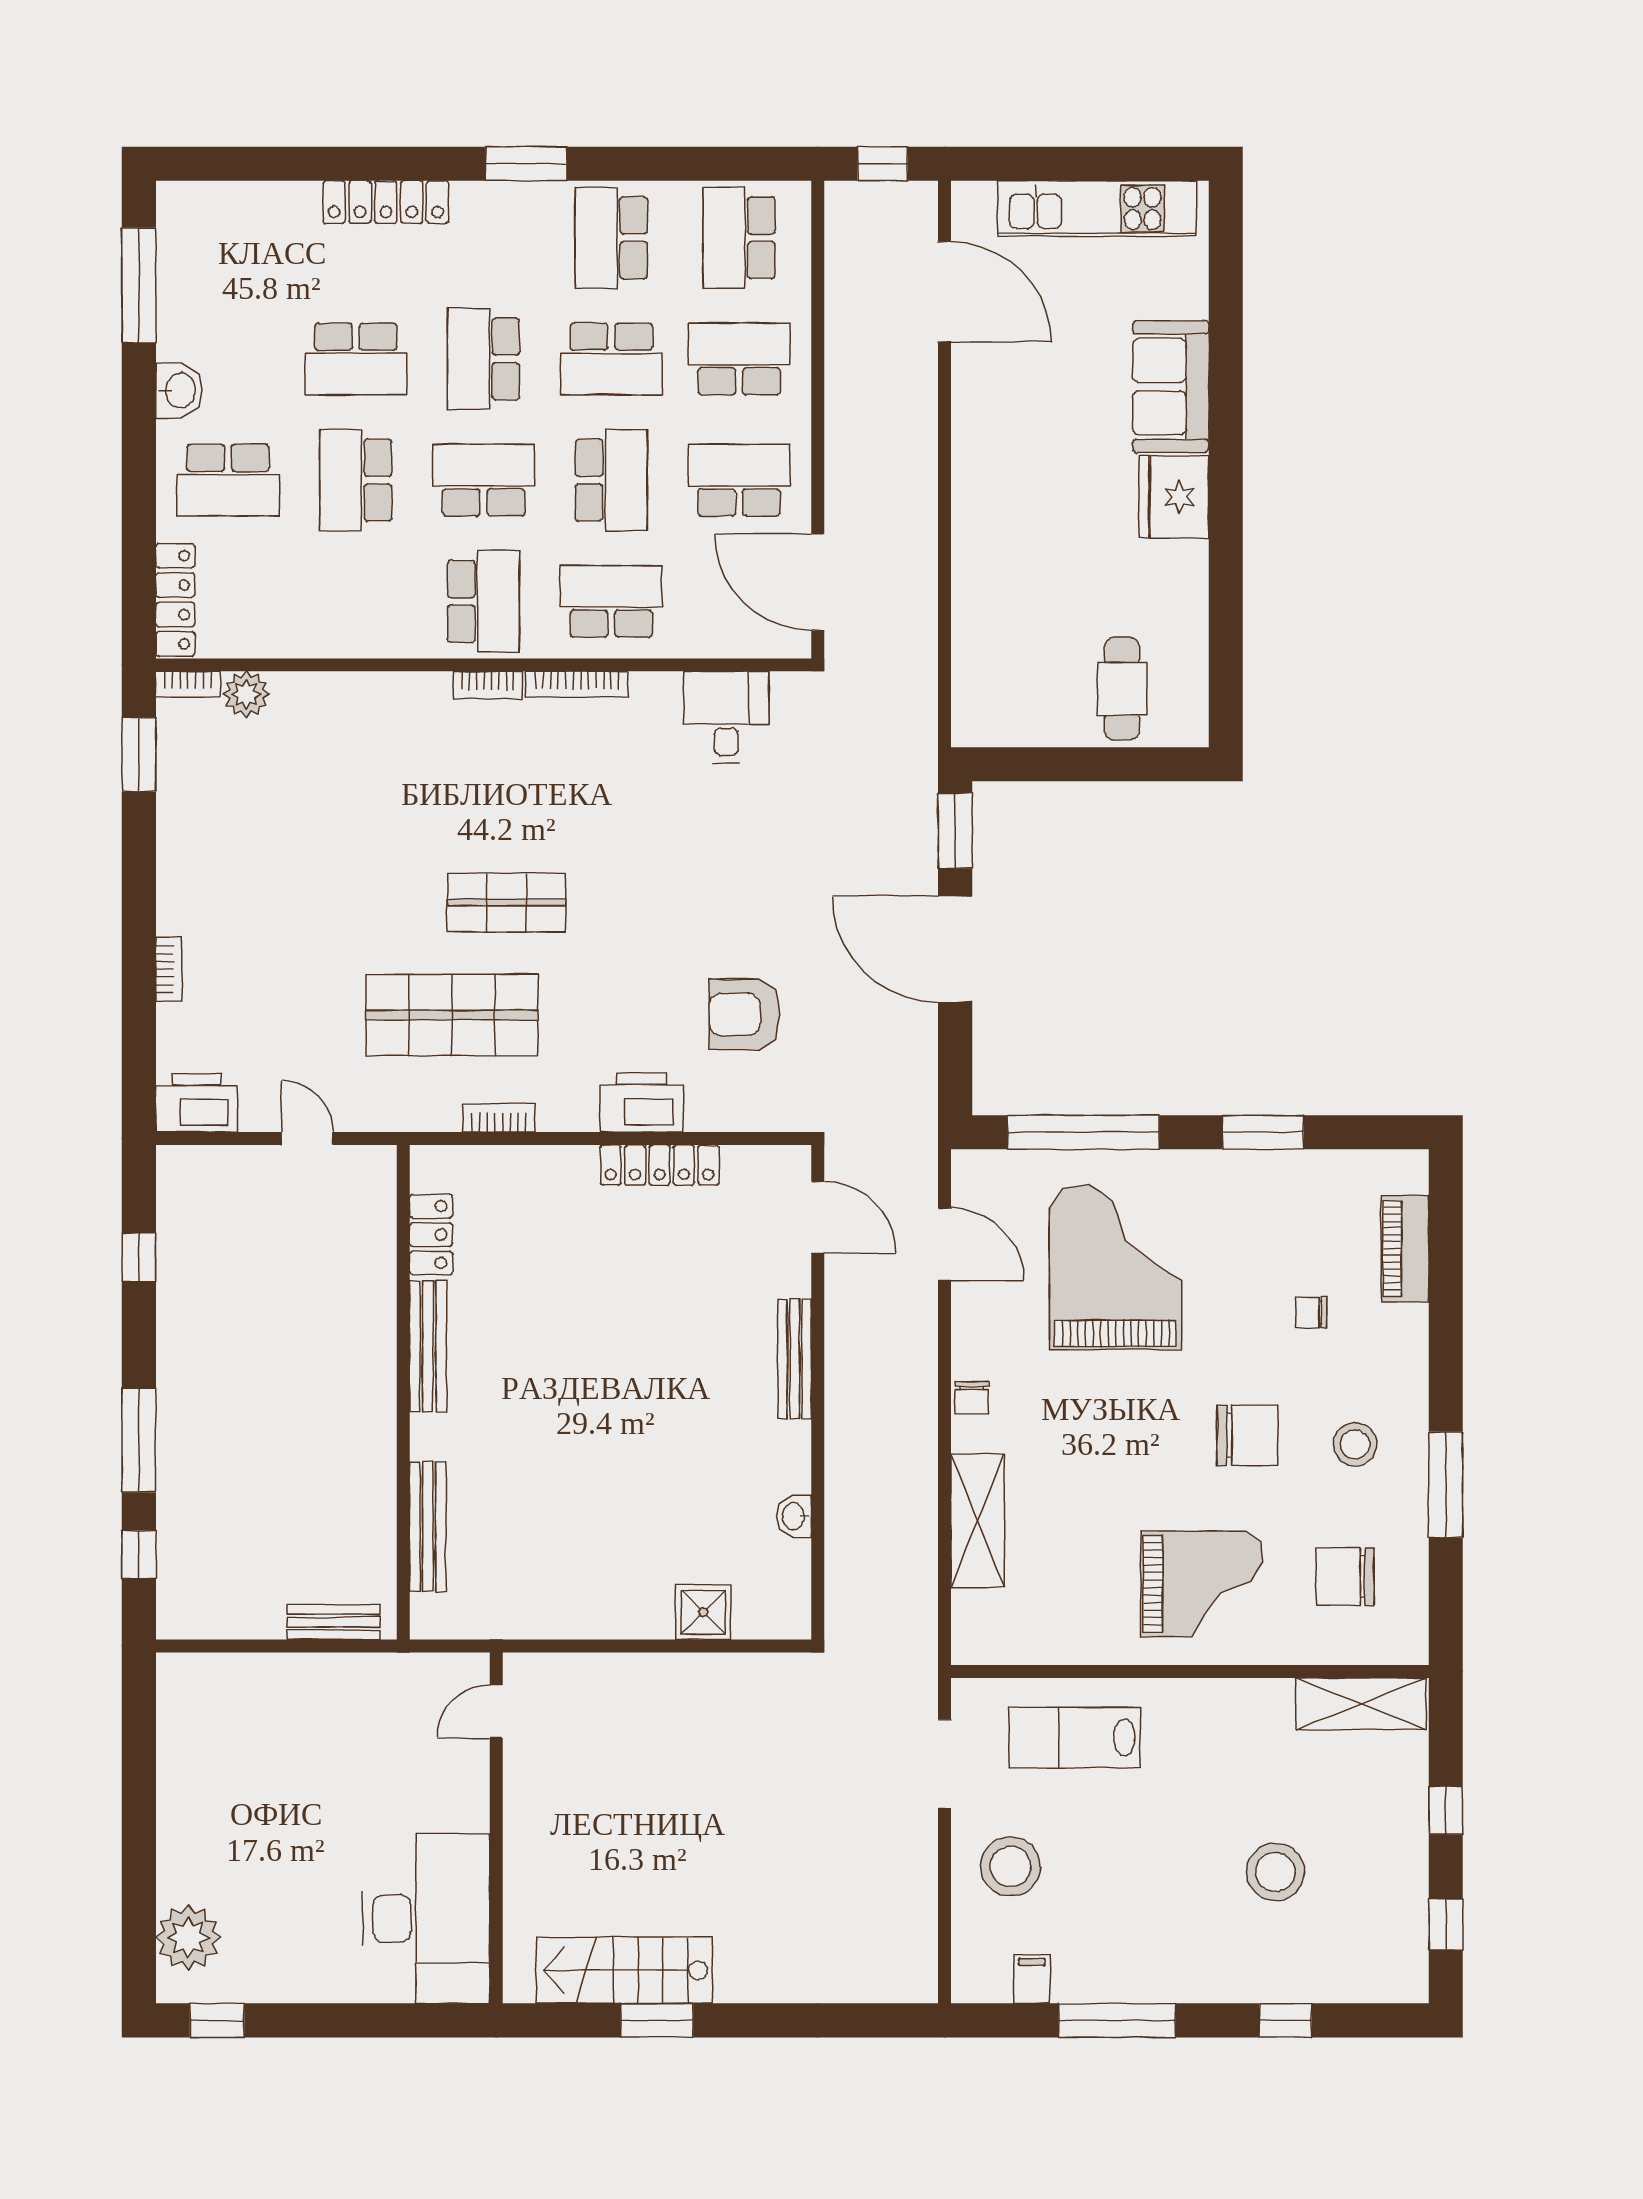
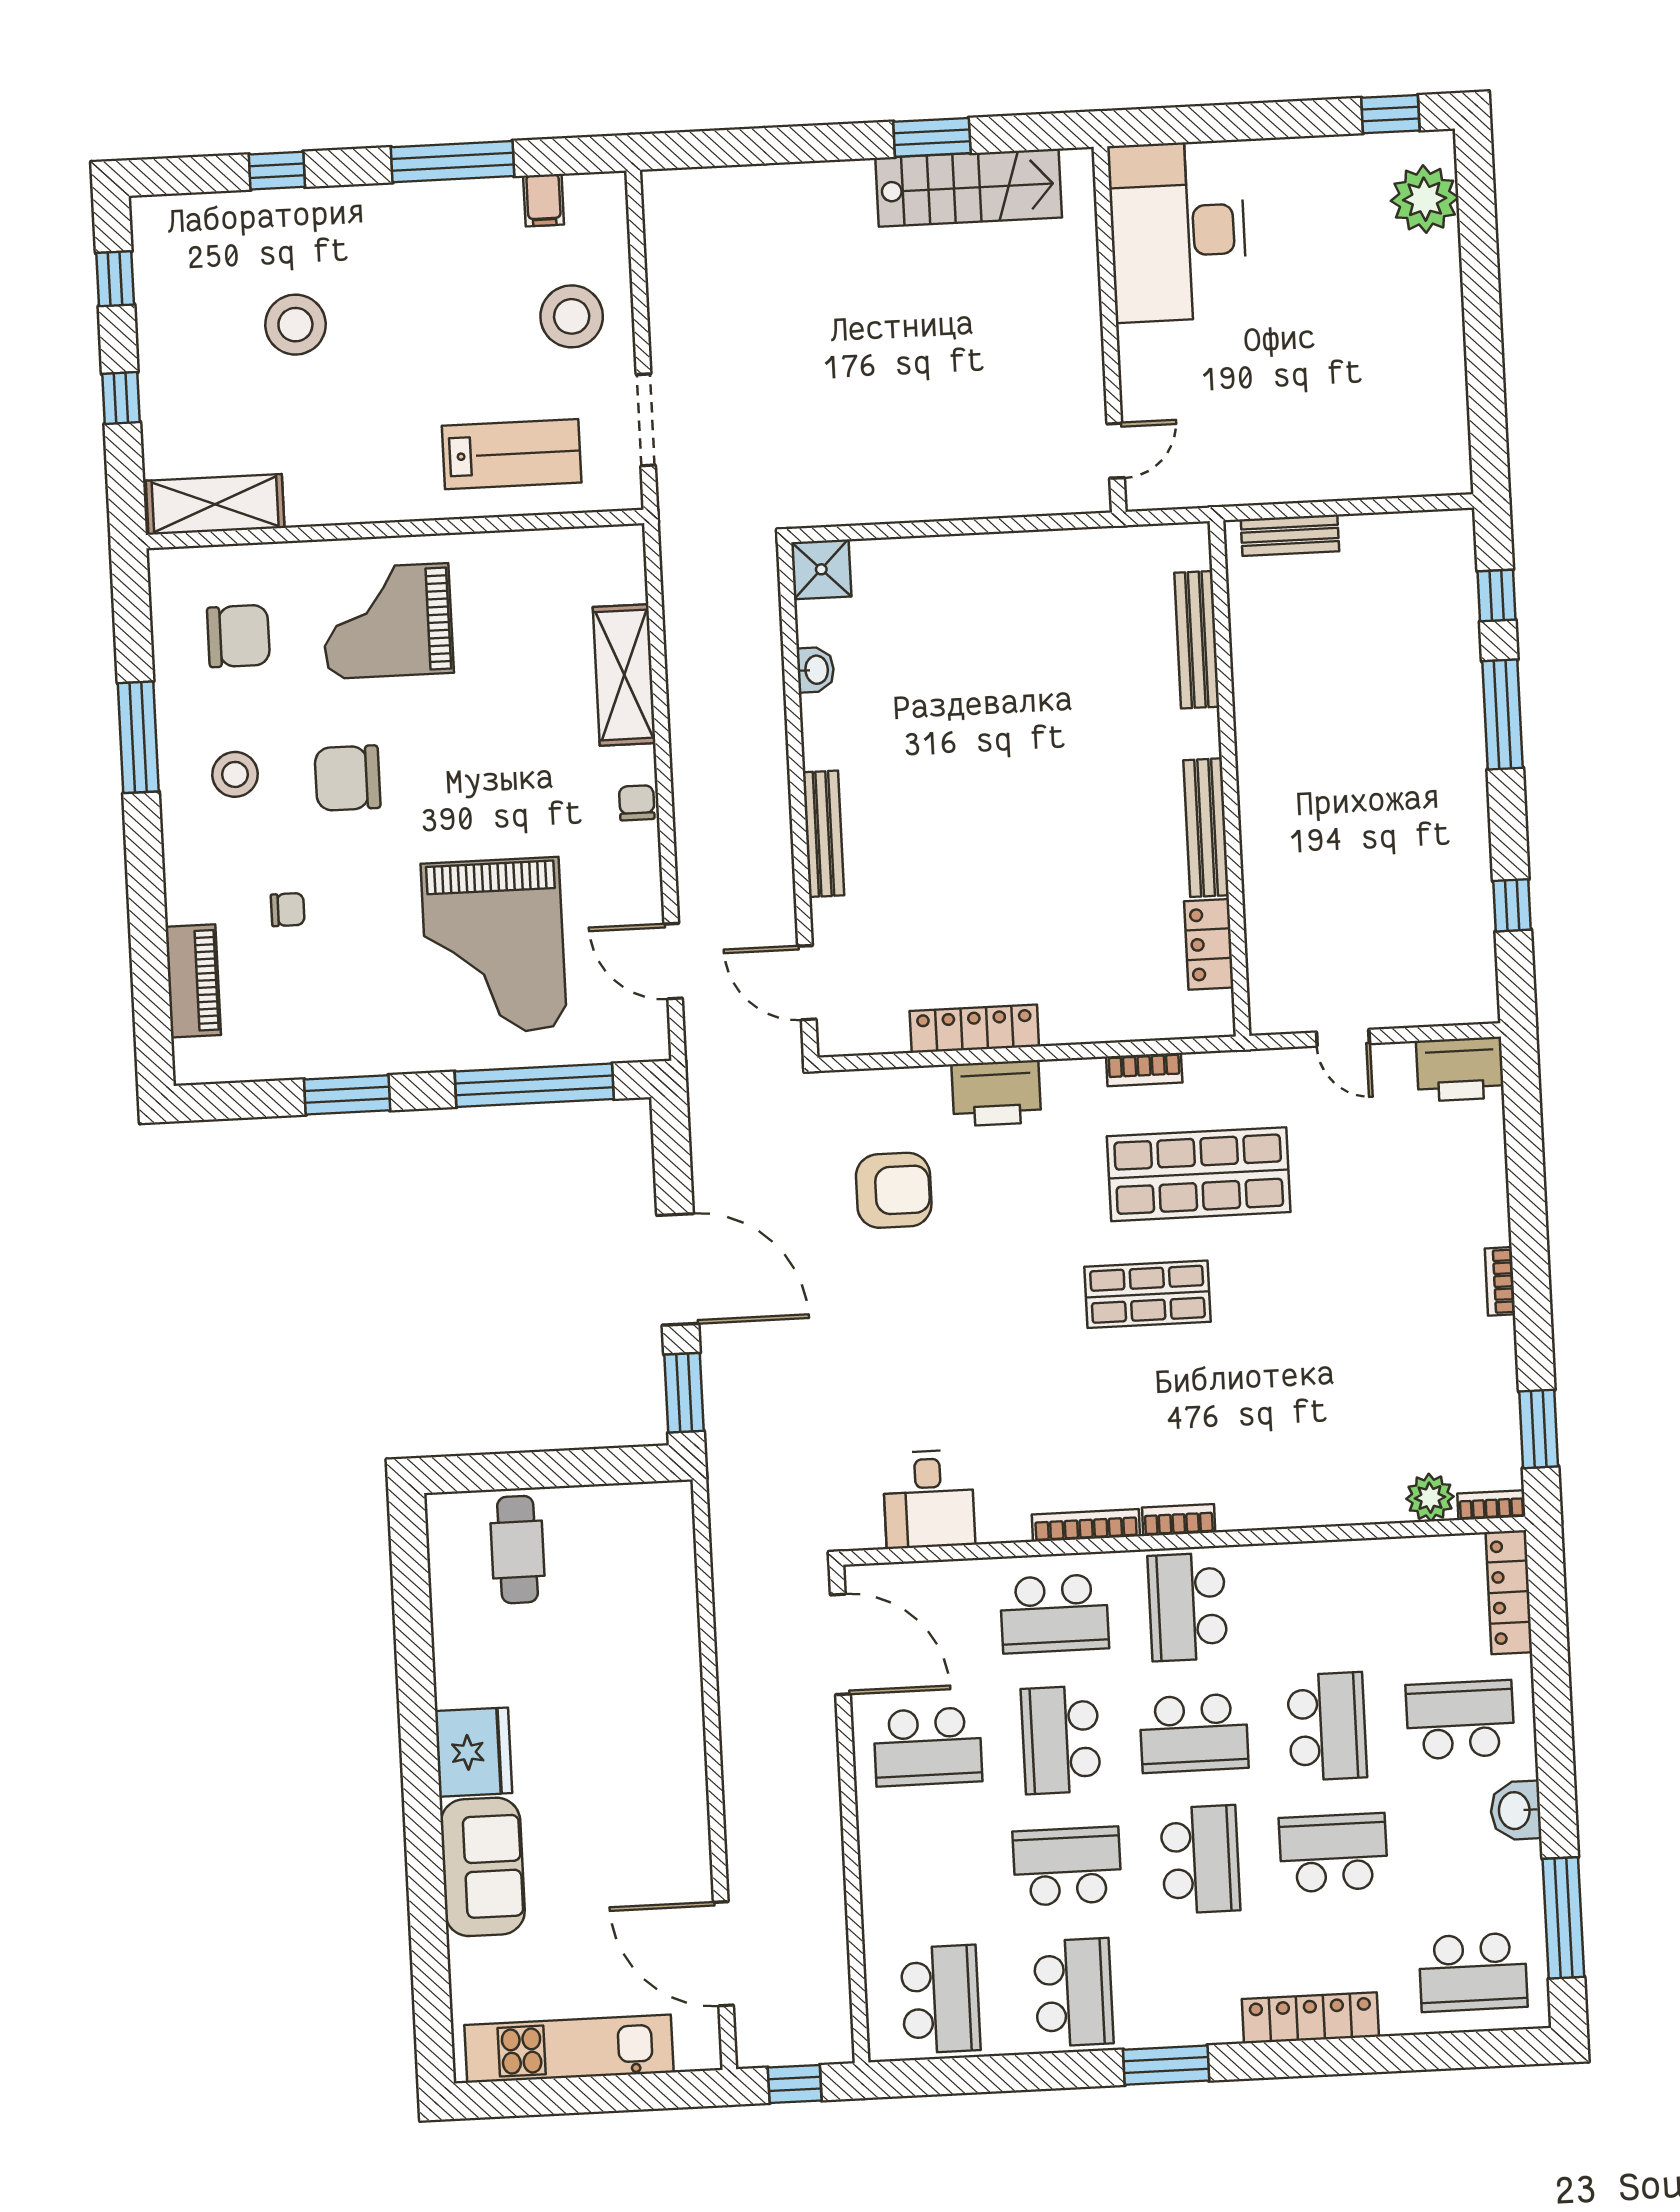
school desk: (739, 359) -> (1473, 1972), moved
bookcase: (169, 969) -> (1500, 1281), moved
shower: (703, 1612) -> (821, 569), moved

